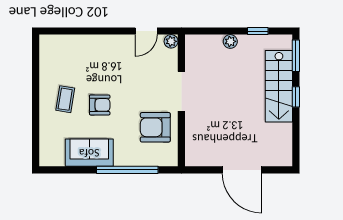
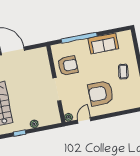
armchair: (100, 105) -> (101, 93), moved, width x1.88, depth x1.88

